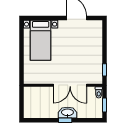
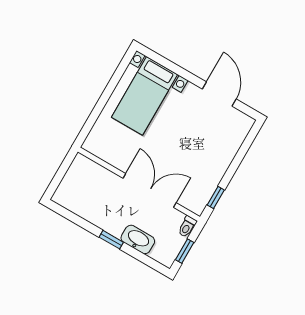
double door: (70, 85) -> (150, 190), swing flipped
washbasin: (67, 113) -> (138, 239), moved

